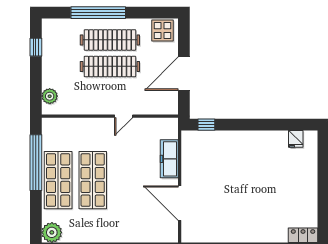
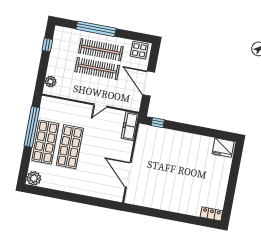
door: (184, 74) -> (149, 83), hinge flipped
fridge: (296, 139) -> (223, 148), width x1.88, depth x1.34
freezer: (169, 159) -> (130, 126), moved

